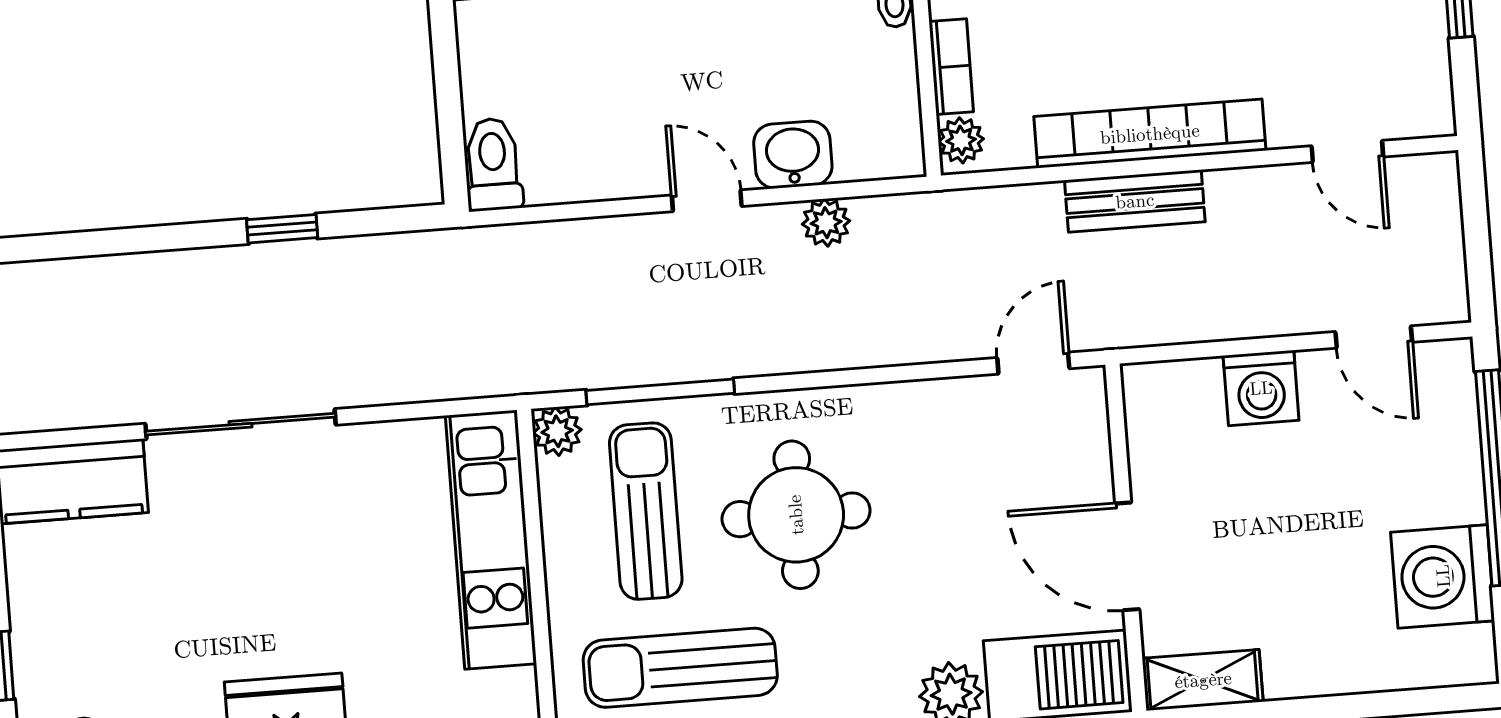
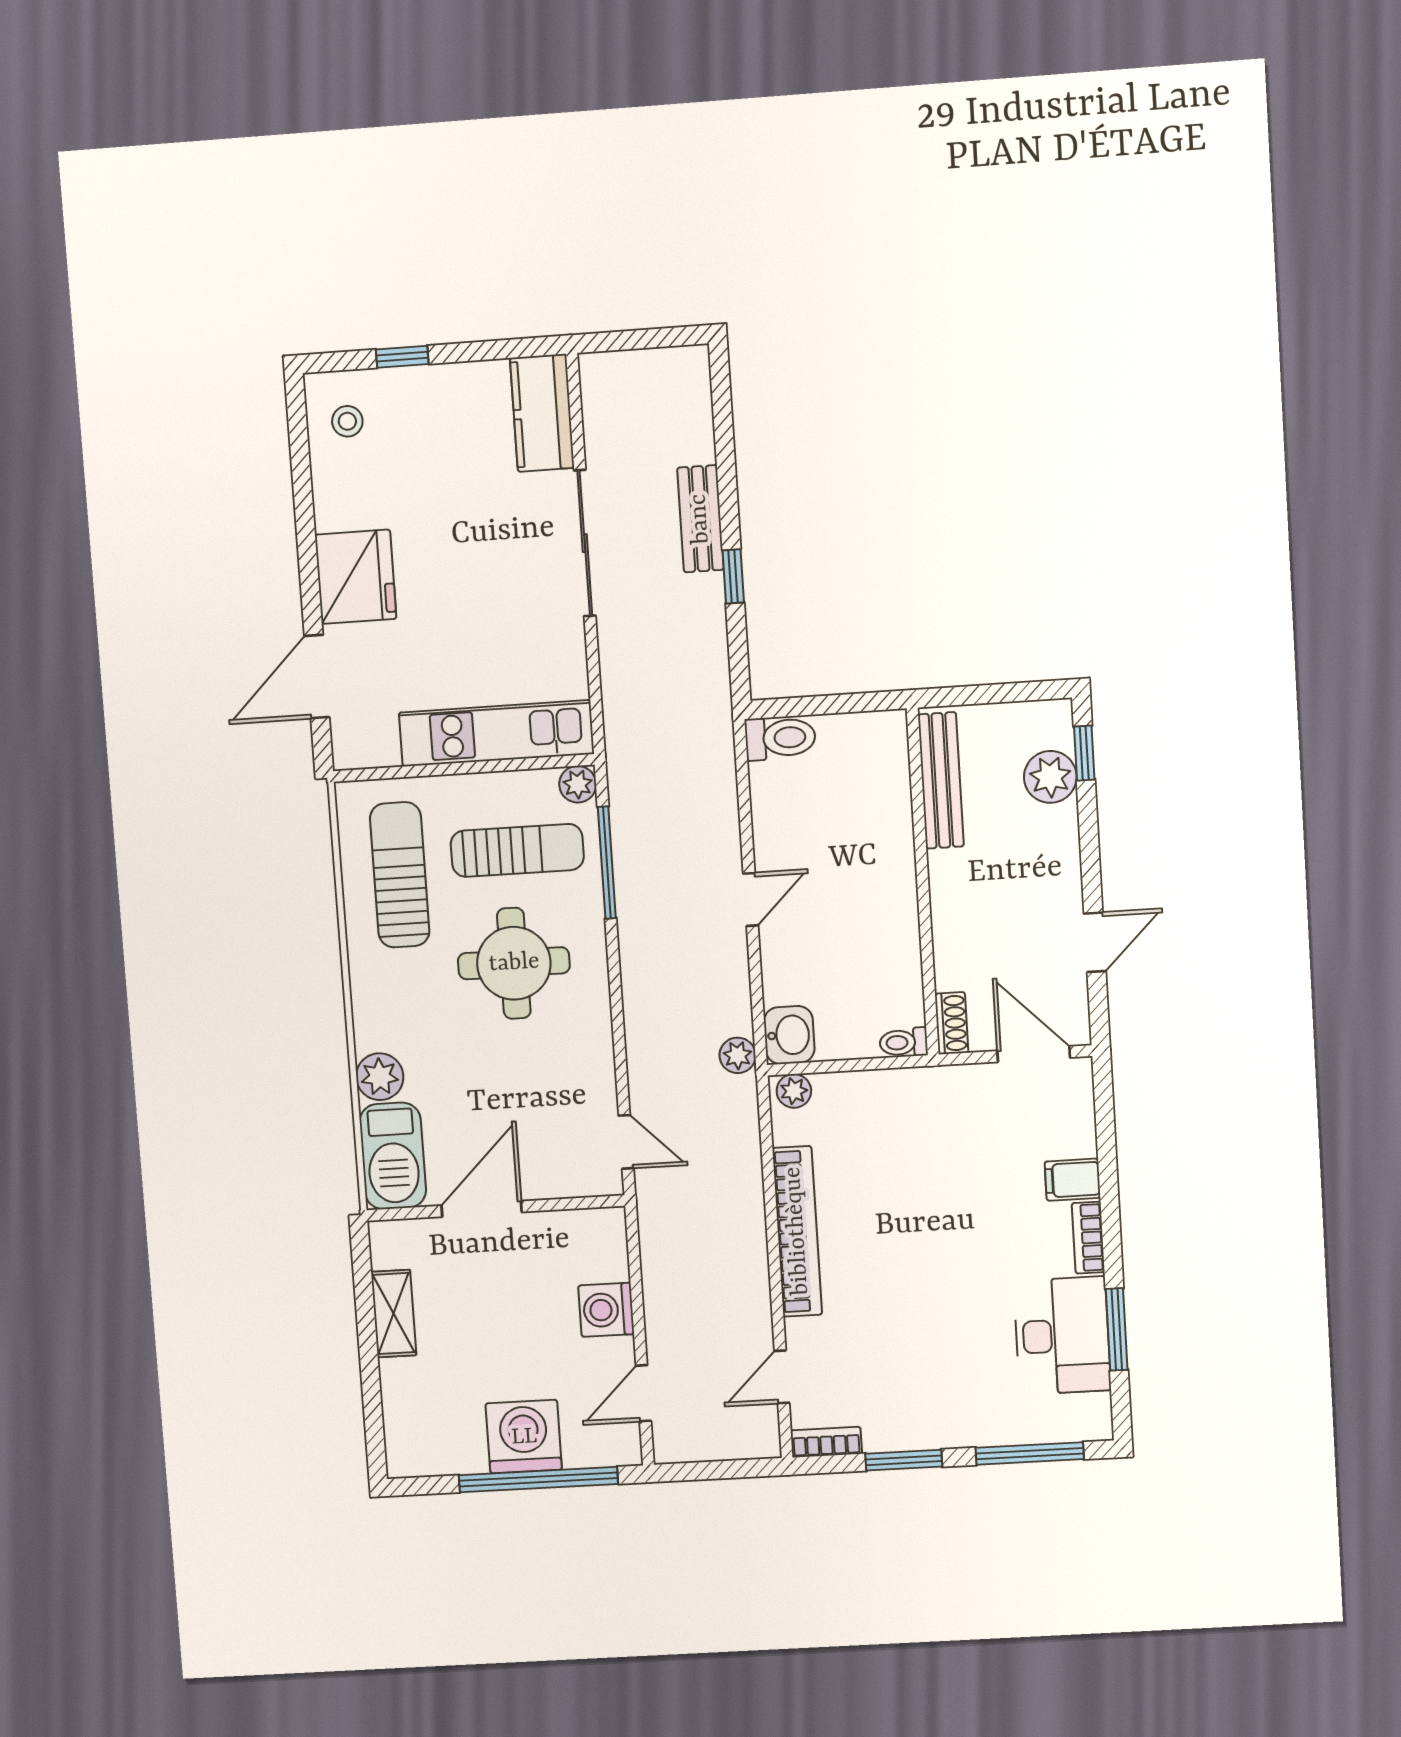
bookcase: (951, 67) -> (826, 1442), moved, turned 180
washbasin: (793, 155) -> (789, 1035), moved
bench: (1135, 201) -> (700, 519), moved
plant: (826, 223) -> (738, 1055), moved
washing machine: (1443, 576) -> (524, 1437), moved
shelving: (1203, 680) -> (394, 1314), moved

